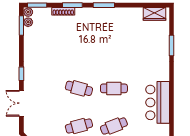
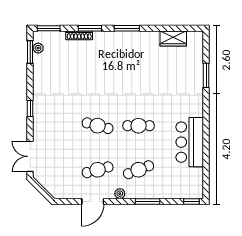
plant: (28, 12) -> (38, 36), removed
wardrobe: (154, 14) -> (173, 38), moved
double door: (21, 103) -> (30, 156), moved

